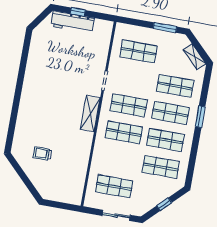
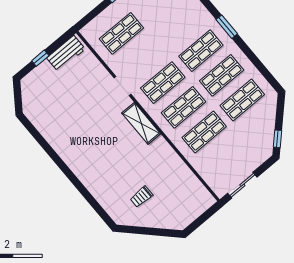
workbench: (72, 22) -> (66, 53), moved, width x0.73
shop shelf: (175, 86) -> (180, 26), removed
shop shelf: (114, 186) -> (204, 132), moved
window: (164, 204) -> (277, 139), moved
sliding door: (116, 215) -> (242, 185), moved

